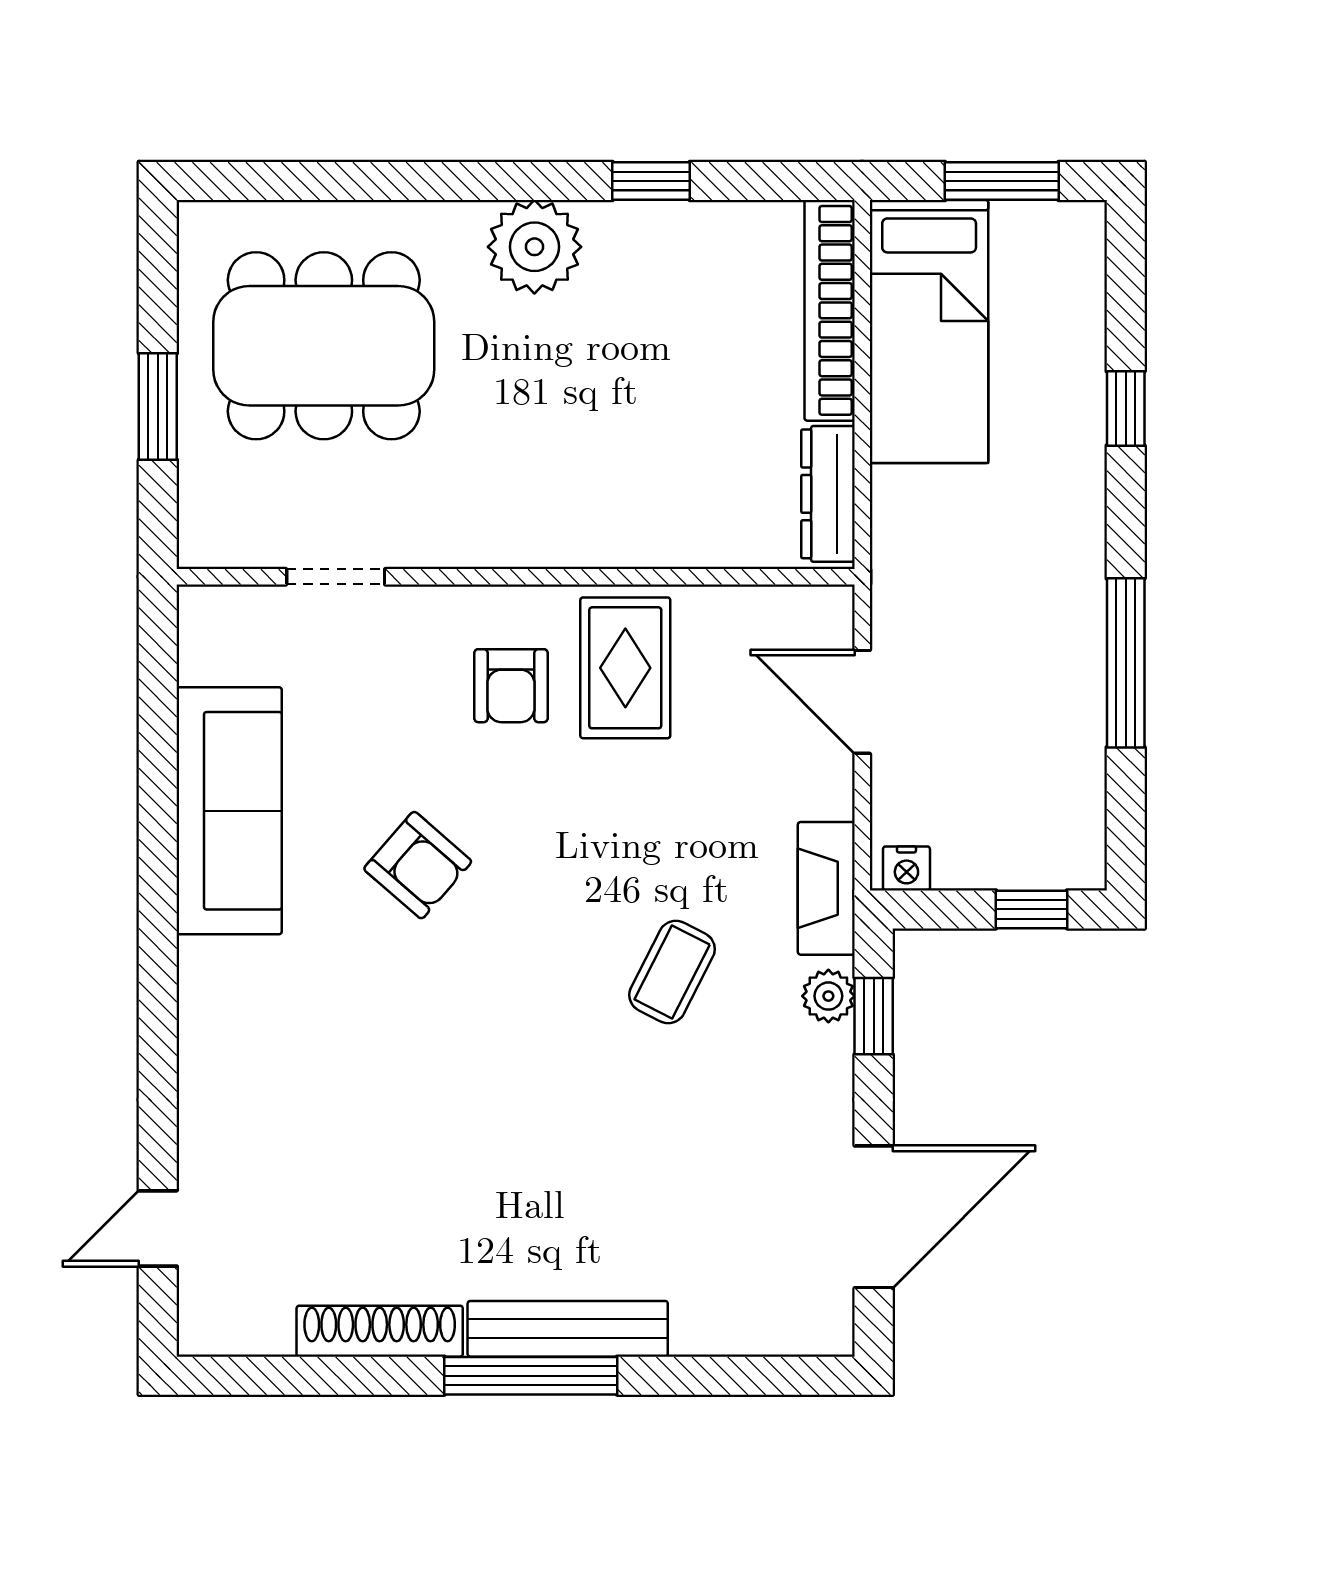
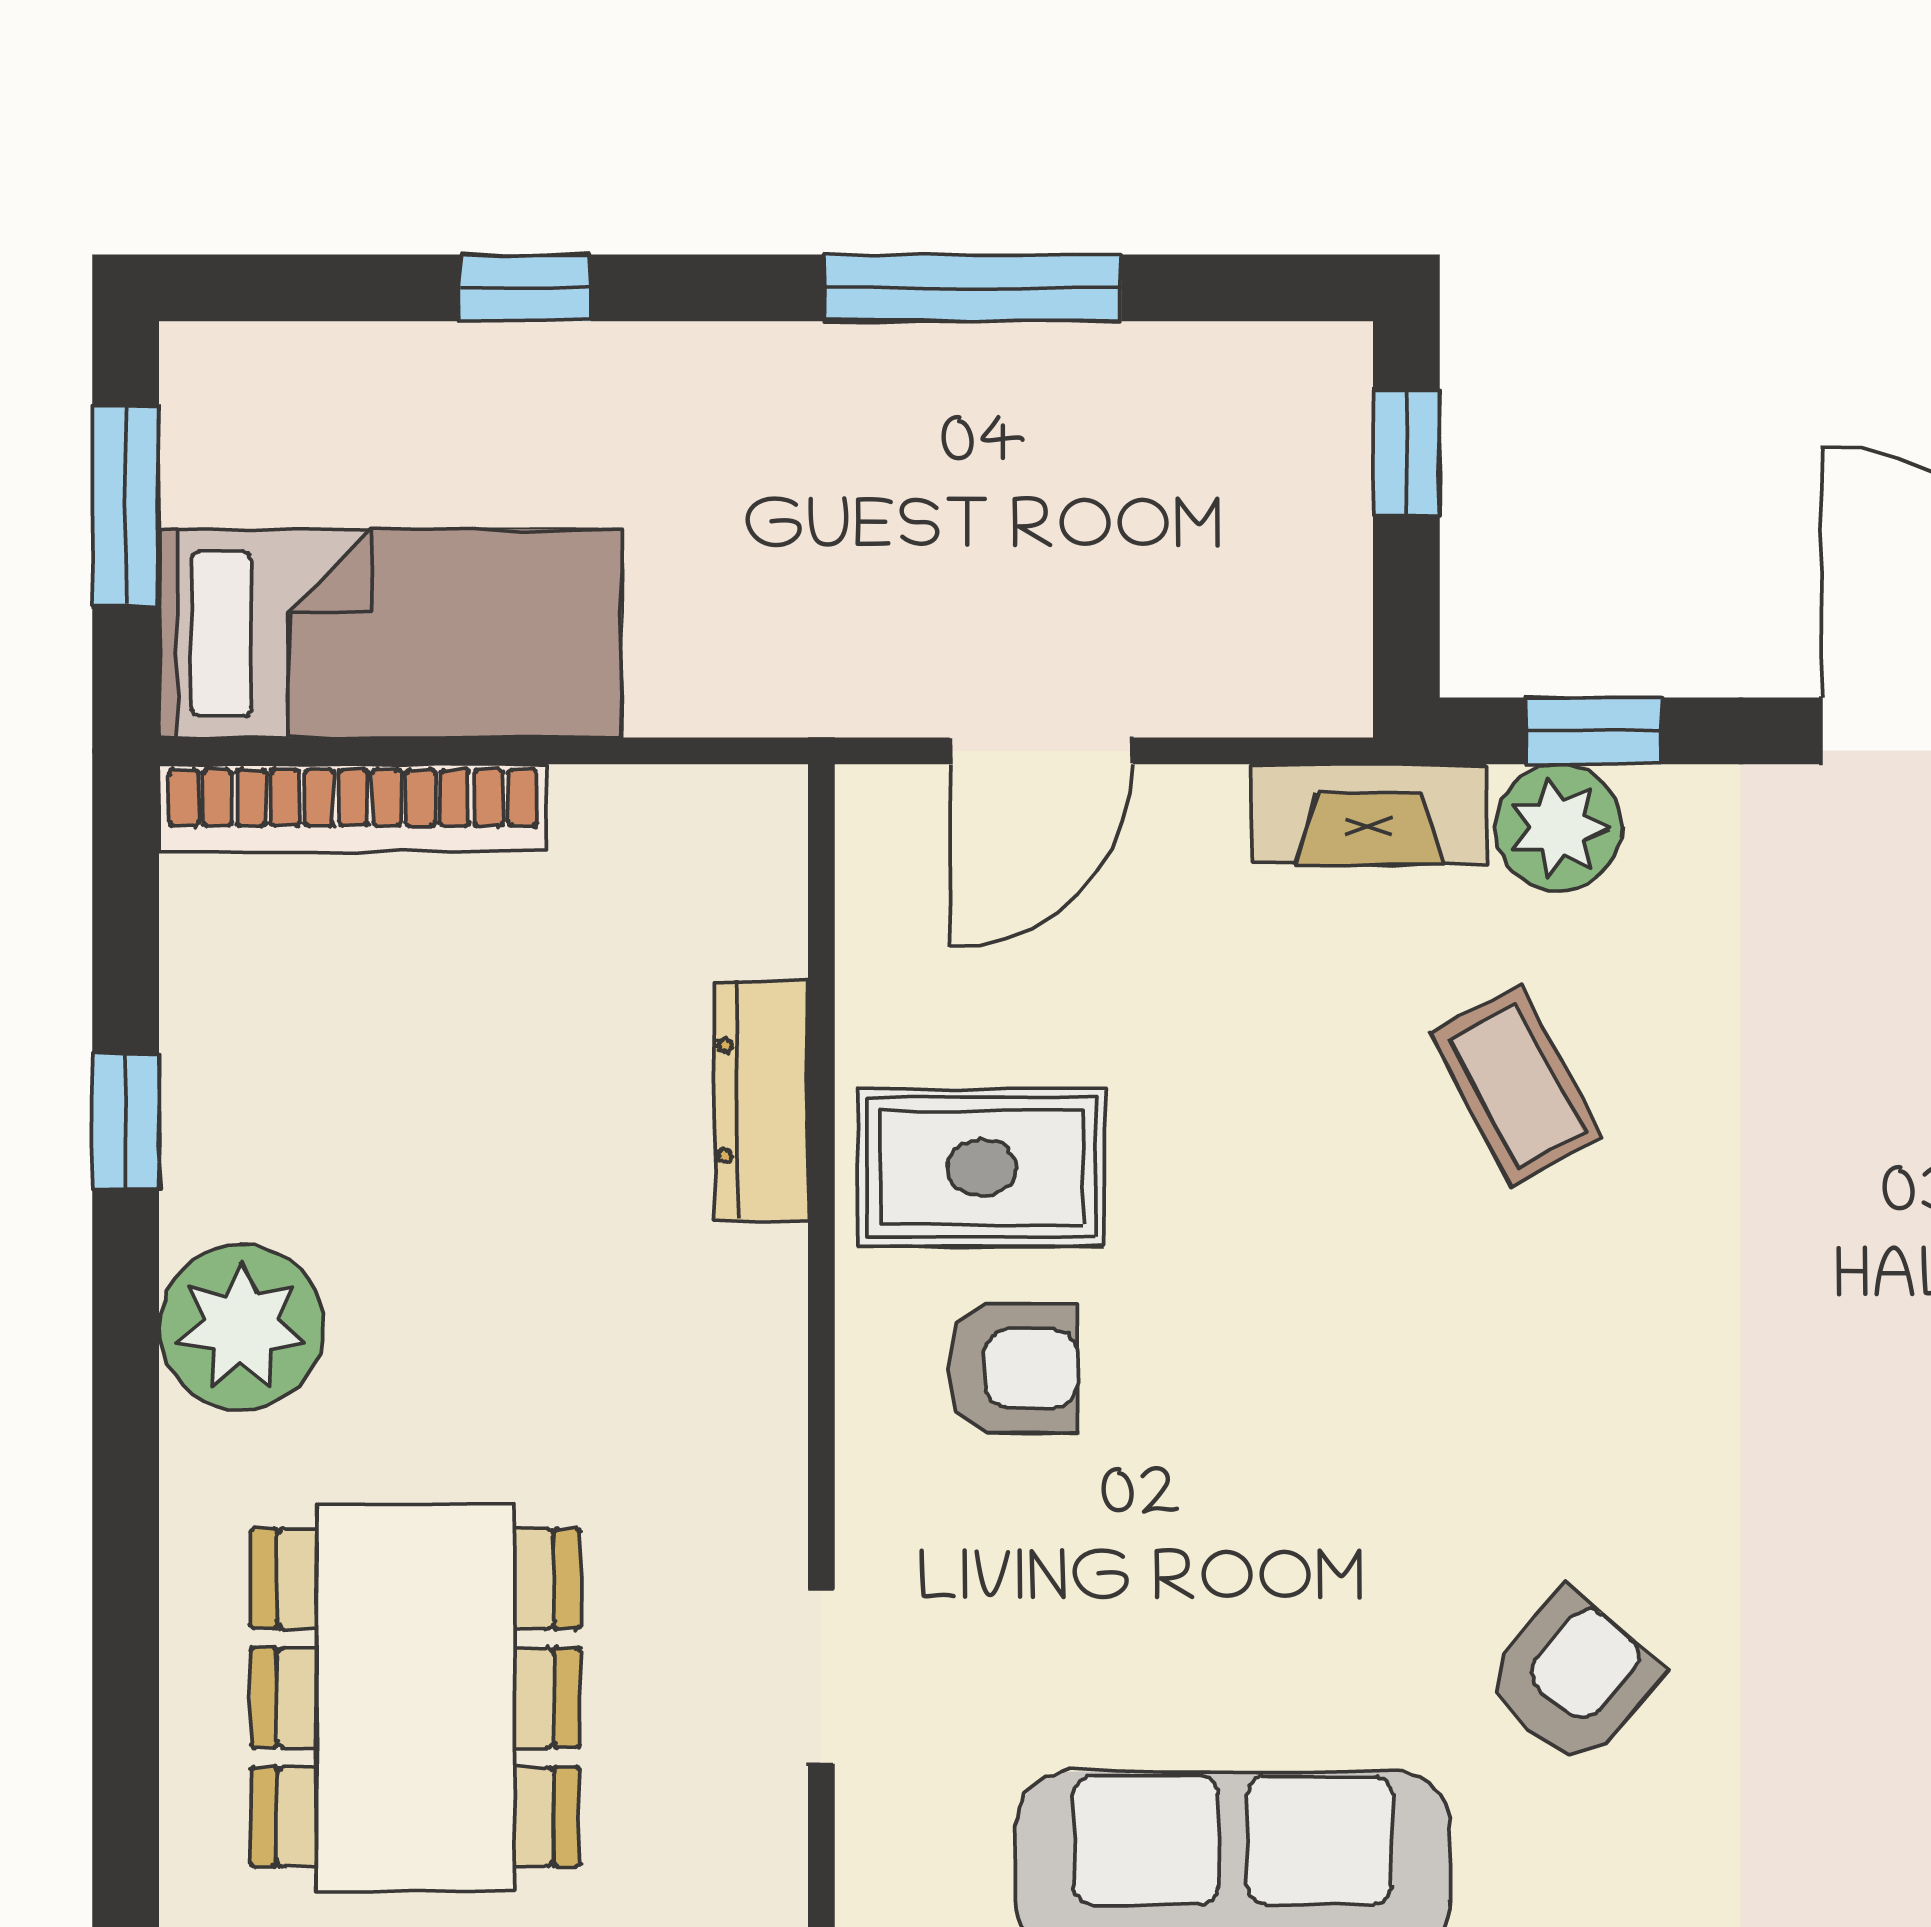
dresser: (828, 494) -> (761, 1100), moved, turned 90
armchair: (418, 865) -> (1573, 1678), moved
nightstand: (906, 868) -> (1334, 673), removed
coffee table: (672, 972) -> (1516, 1085), turned 35
plant: (828, 996) -> (1559, 828), width x1.38, depth x1.38

